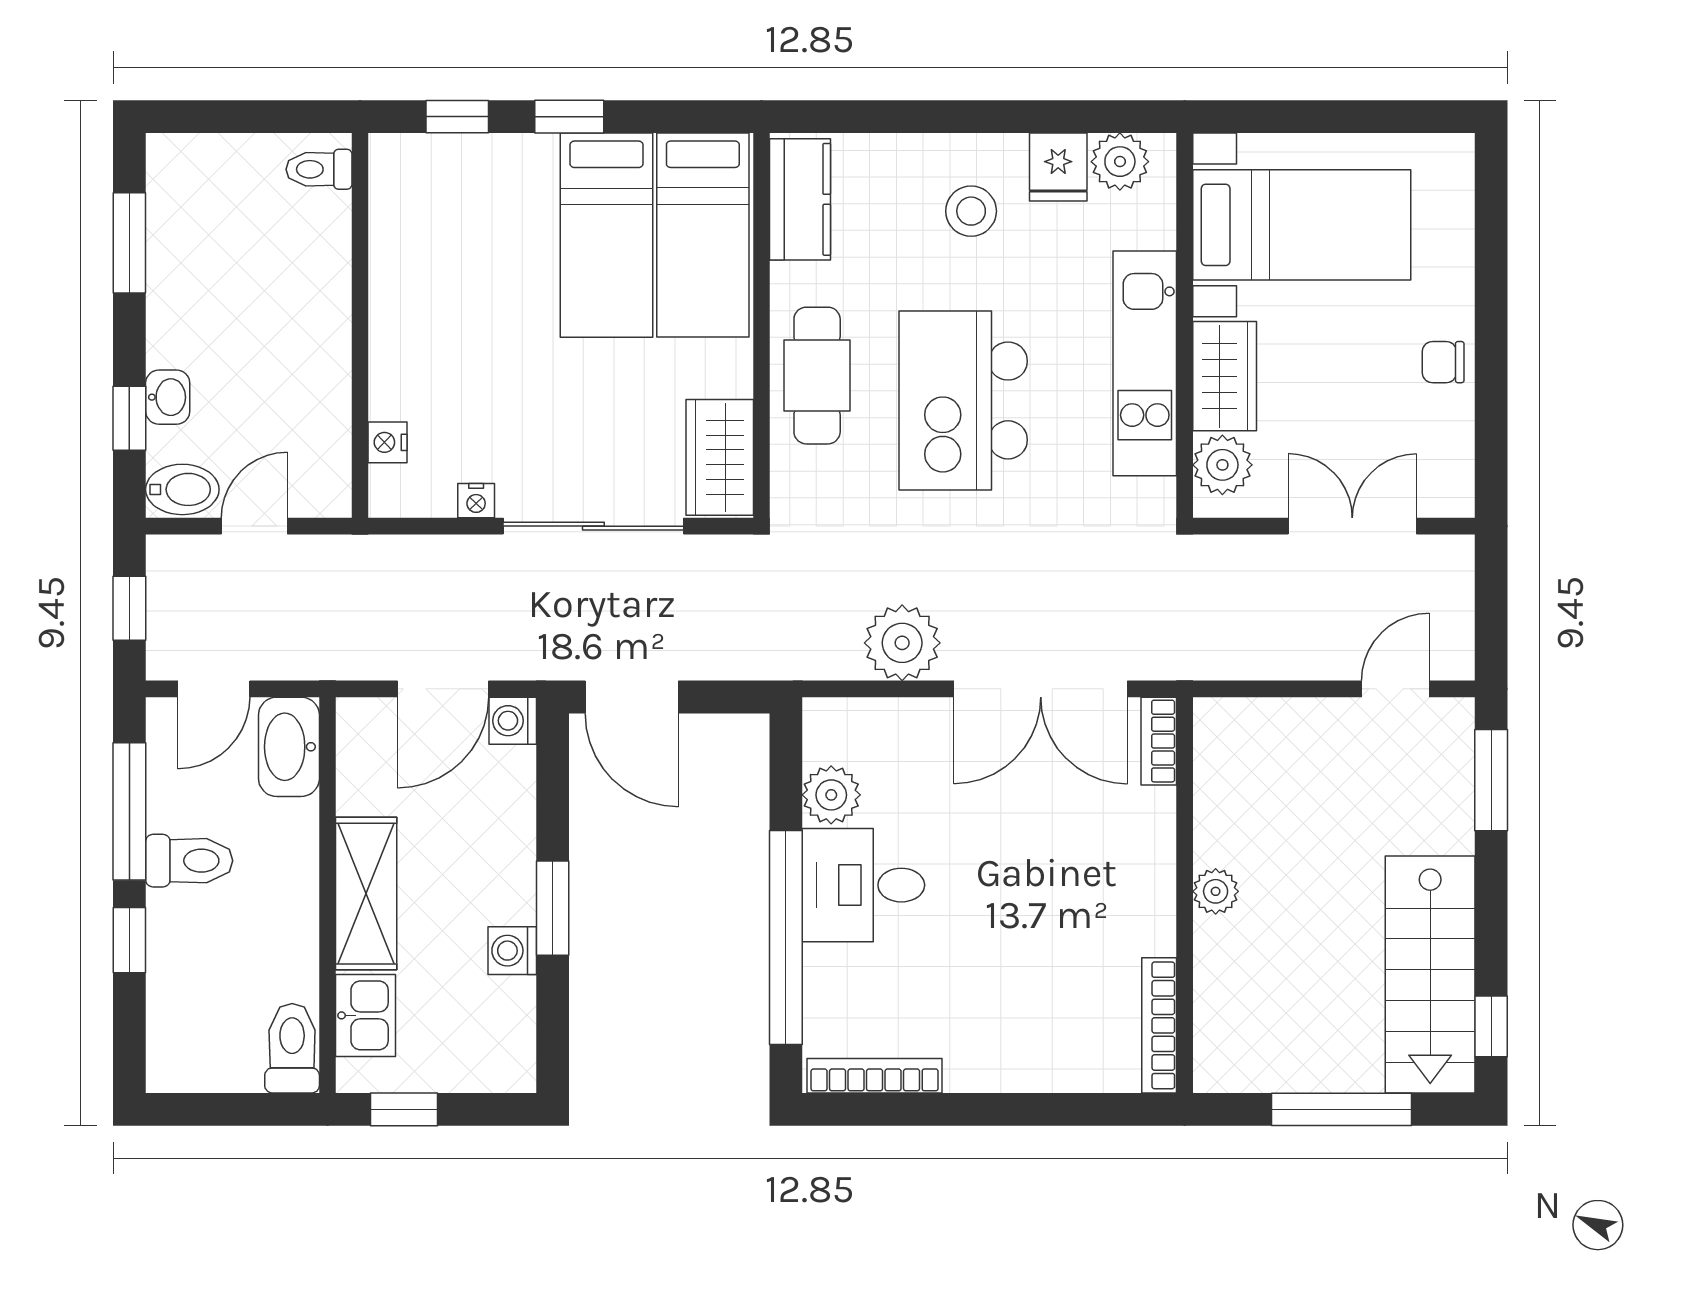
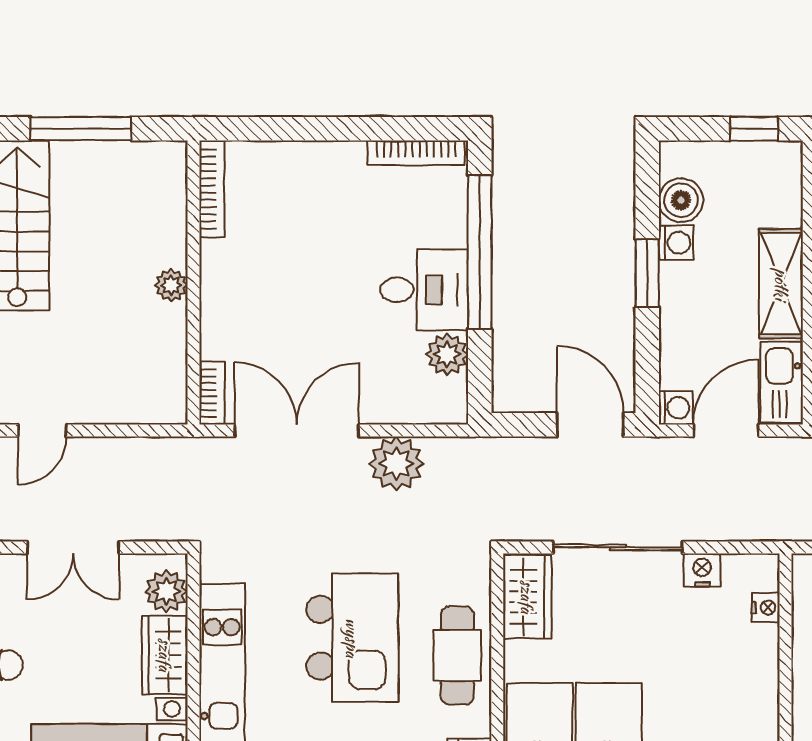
nightstand: (476, 501) -> (702, 570), width x1.39, depth x1.35
boiler: (506, 1010) -> (681, 200), added
kitchen sink: (365, 1015) -> (782, 382), moved, width x1.38

